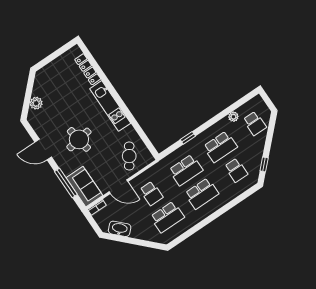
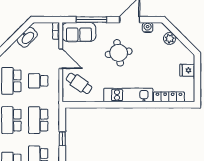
fridge: (53, 69) -> (187, 70), added
water cooler: (40, 129) -> (148, 27), added
door: (118, 187) -> (61, 59), swing flipped

